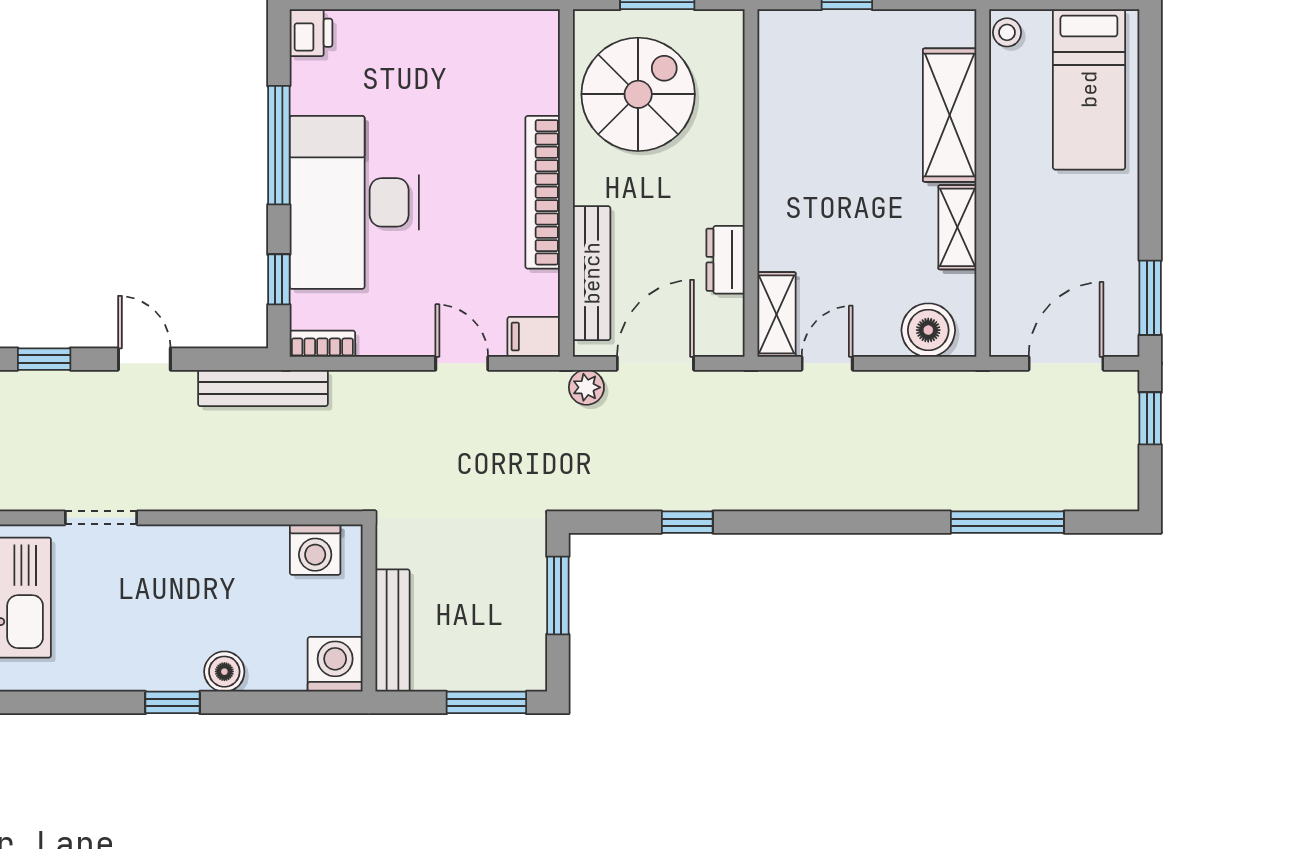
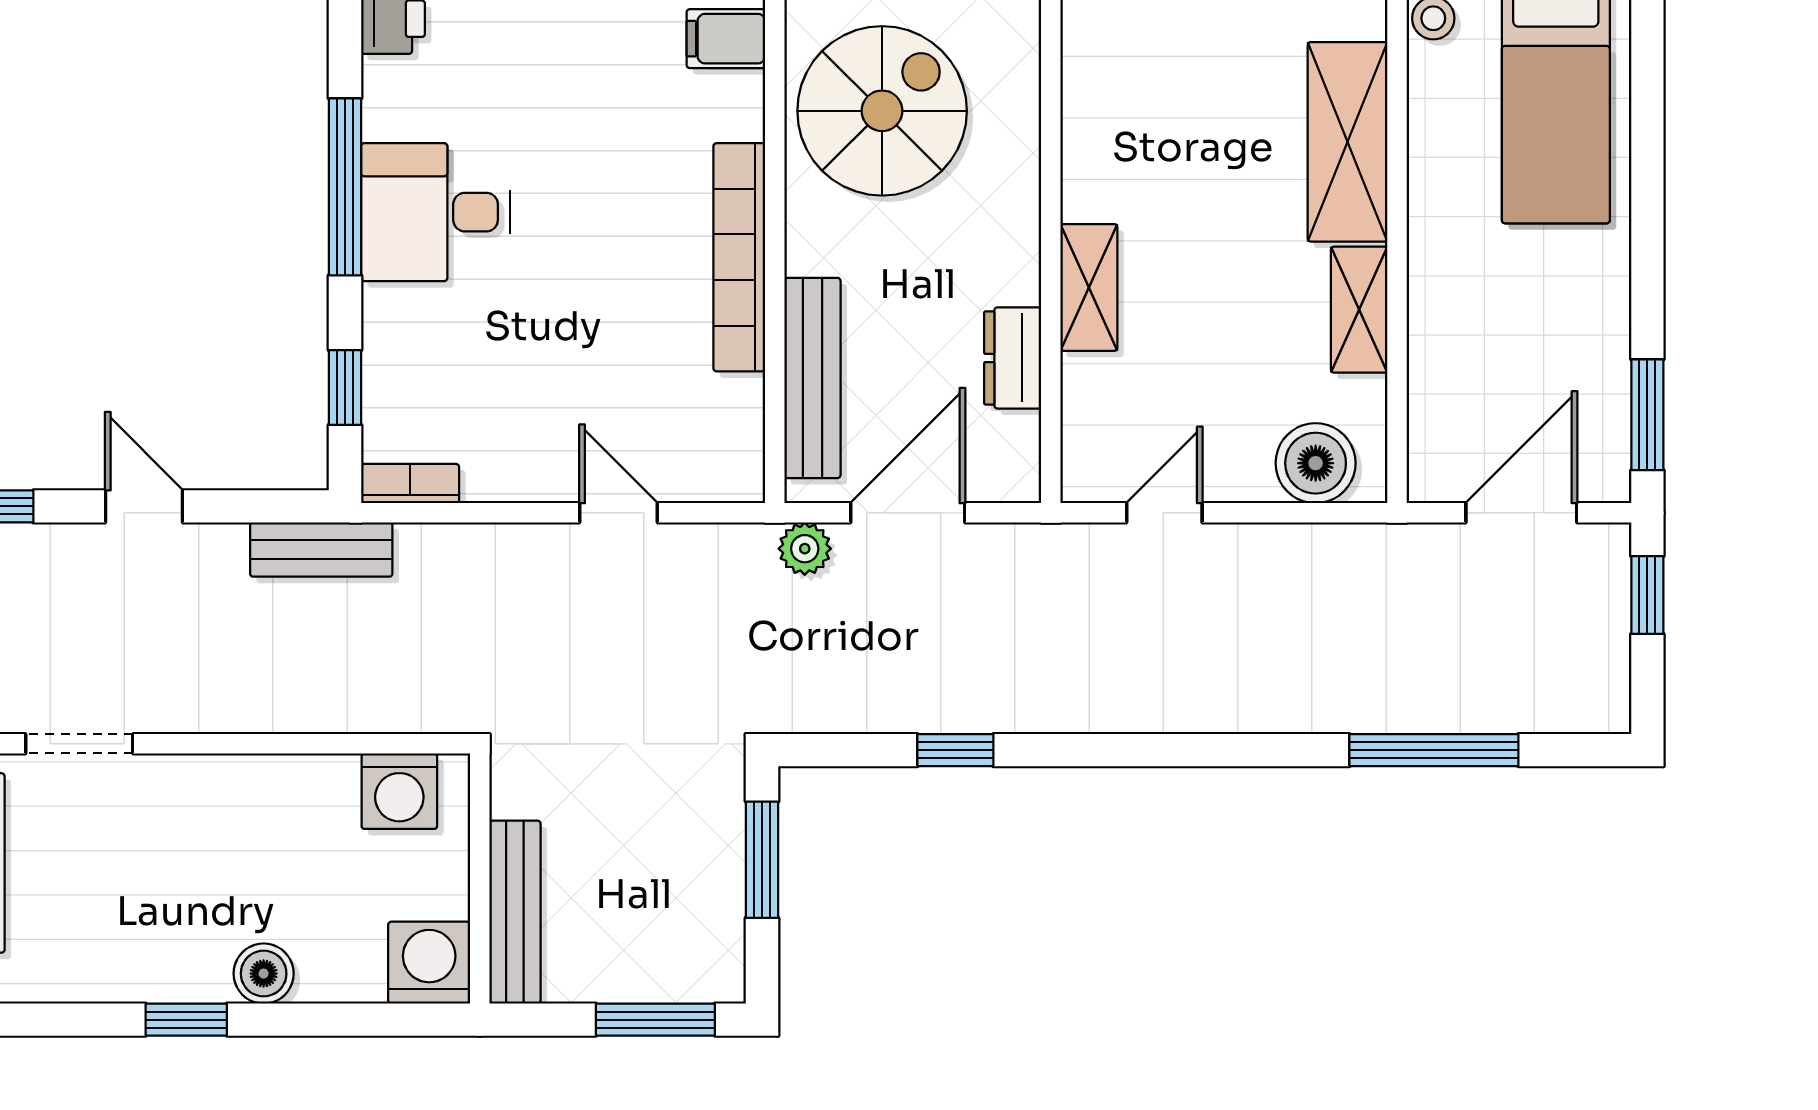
desk: (354, 202) -> (435, 212), width x0.53, depth x0.77
shelving: (777, 314) -> (1089, 287), moved
filing cabinet: (534, 337) -> (726, 39), moved
bench: (263, 388) -> (321, 550), width x0.73

